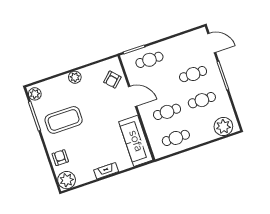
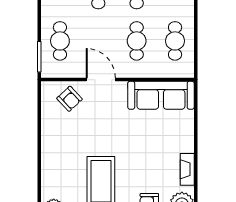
plant: (75, 77) -> (50, 147), removed
door: (133, 96) -> (101, 80), hinge flipped
fireplace: (106, 171) -> (187, 169), moved

